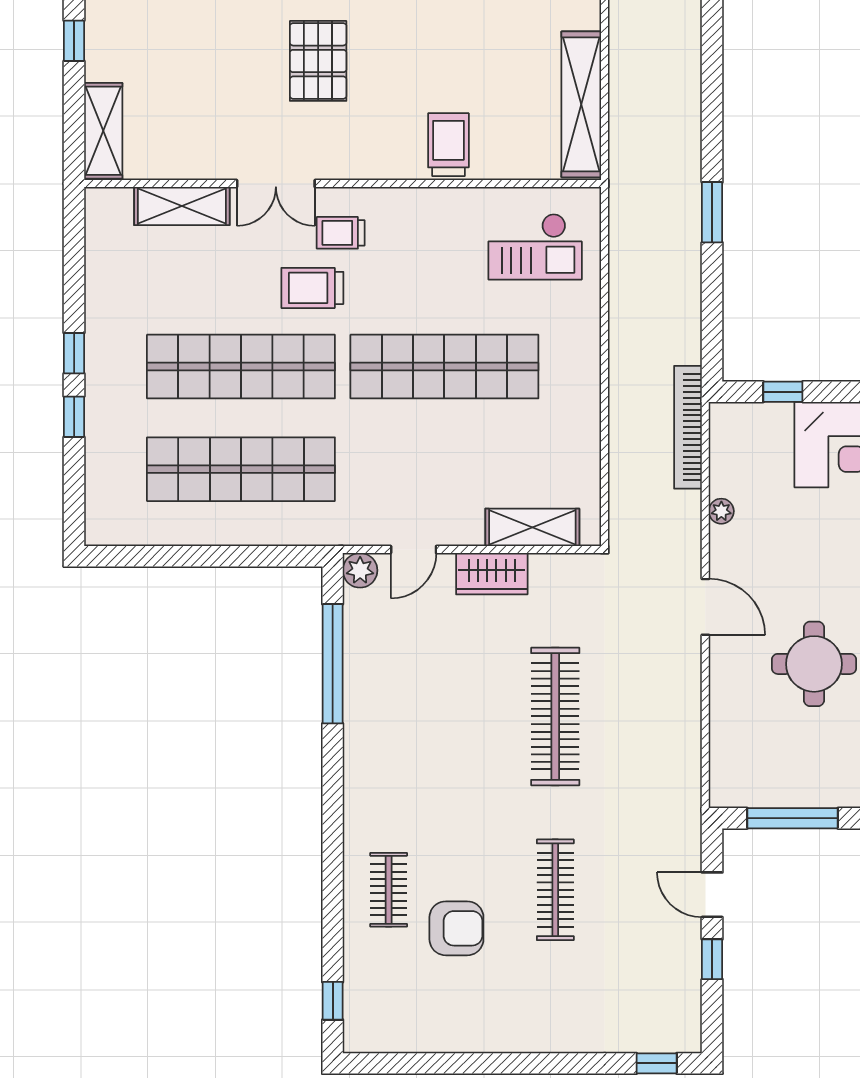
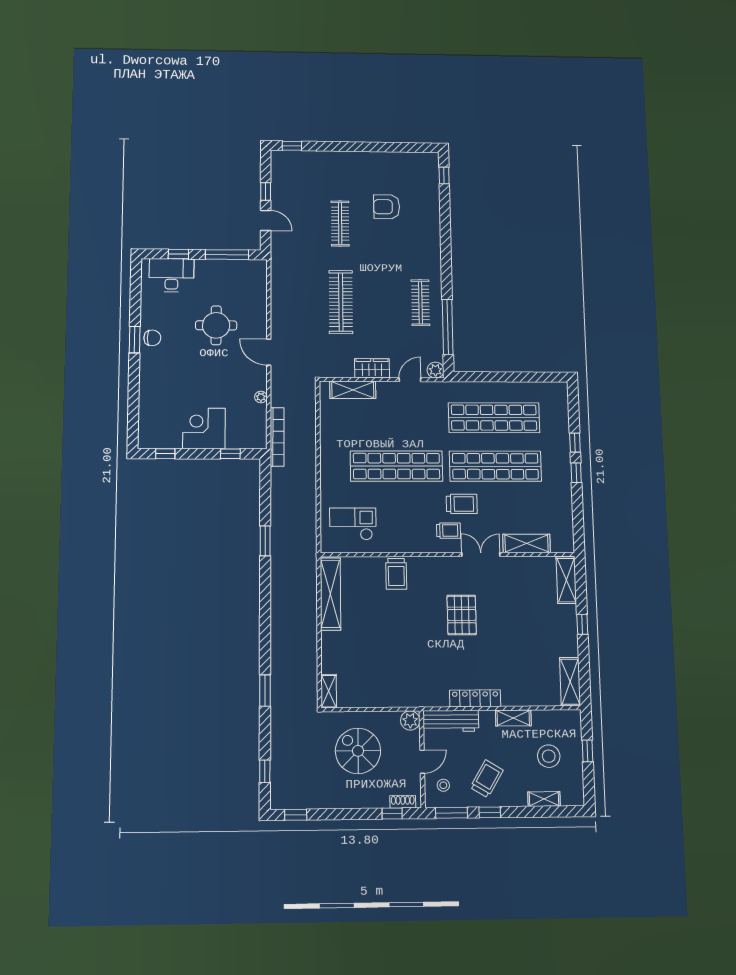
clothes rail: (389, 890) -> (420, 303), moved, width x1.36

